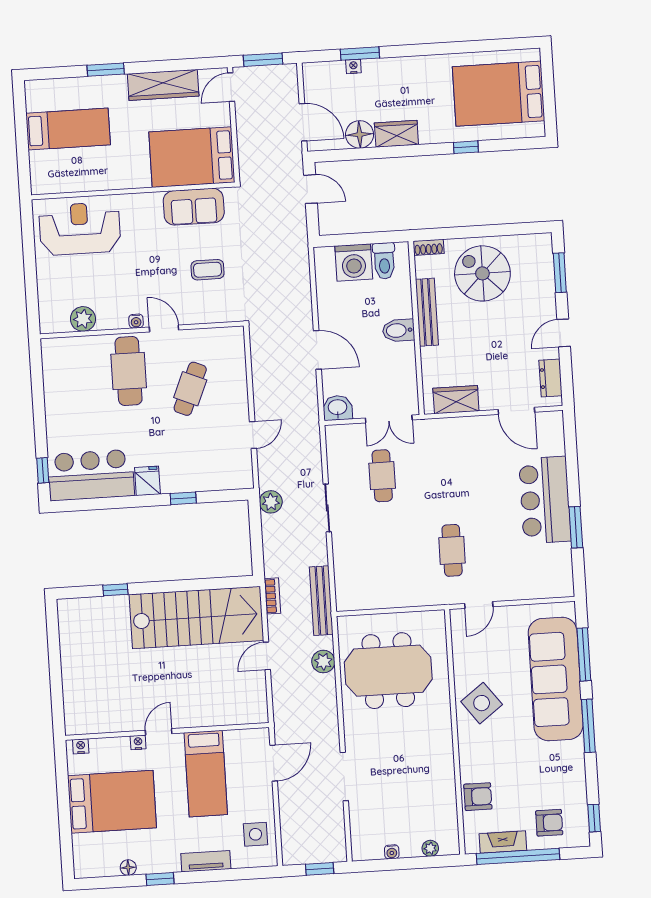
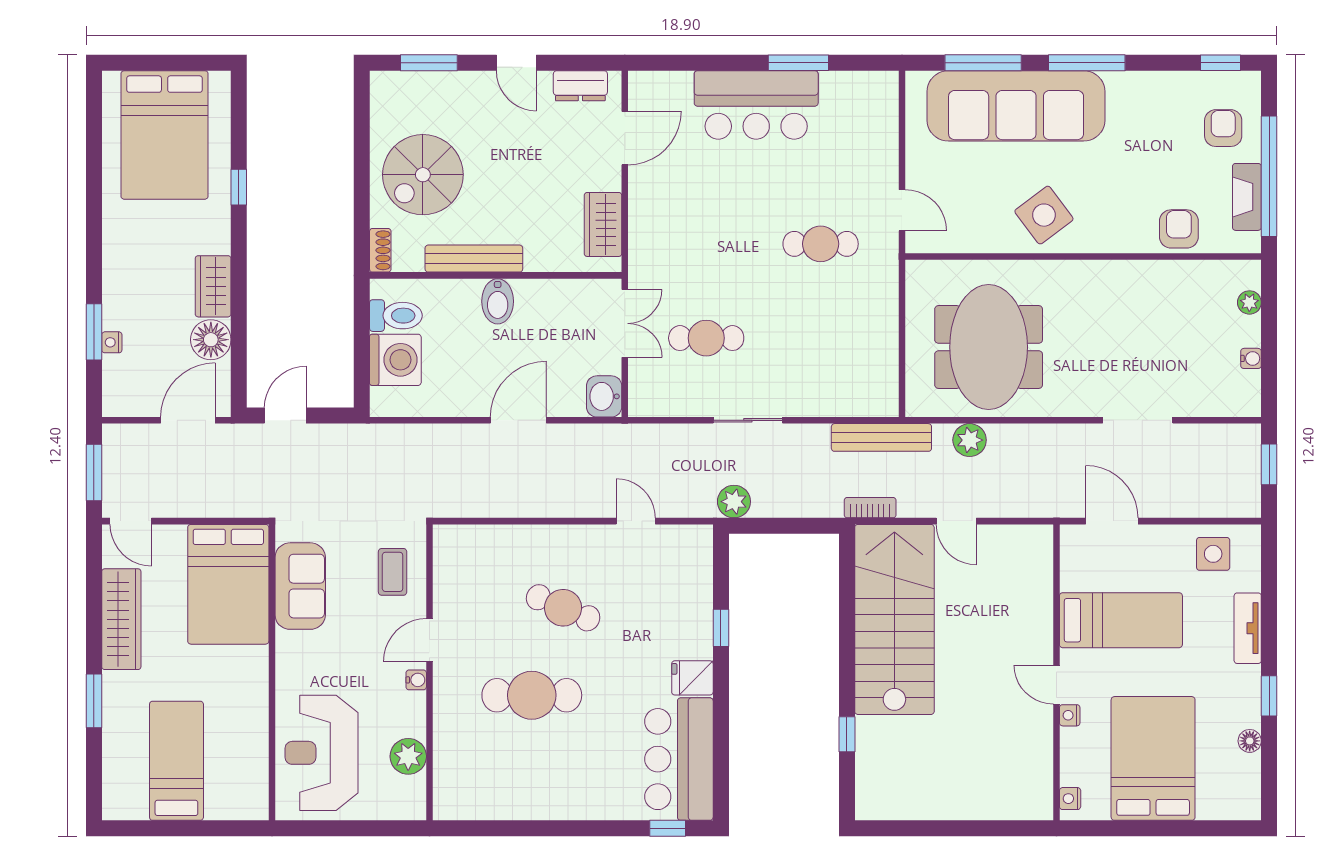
plant: (83, 319) -> (408, 756), moved
water cooler: (136, 321) -> (416, 680), moved
door: (164, 328) -> (429, 640), moved
wall: (142, 330) -> (429, 672), moved

